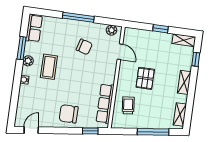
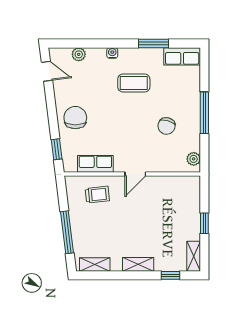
door: (120, 52) -> (135, 174), moved
plant: (28, 61) -> (79, 54), moved
pallet: (145, 78) -> (136, 212), removed
row of seats: (105, 104) -> (95, 164), width x0.68

